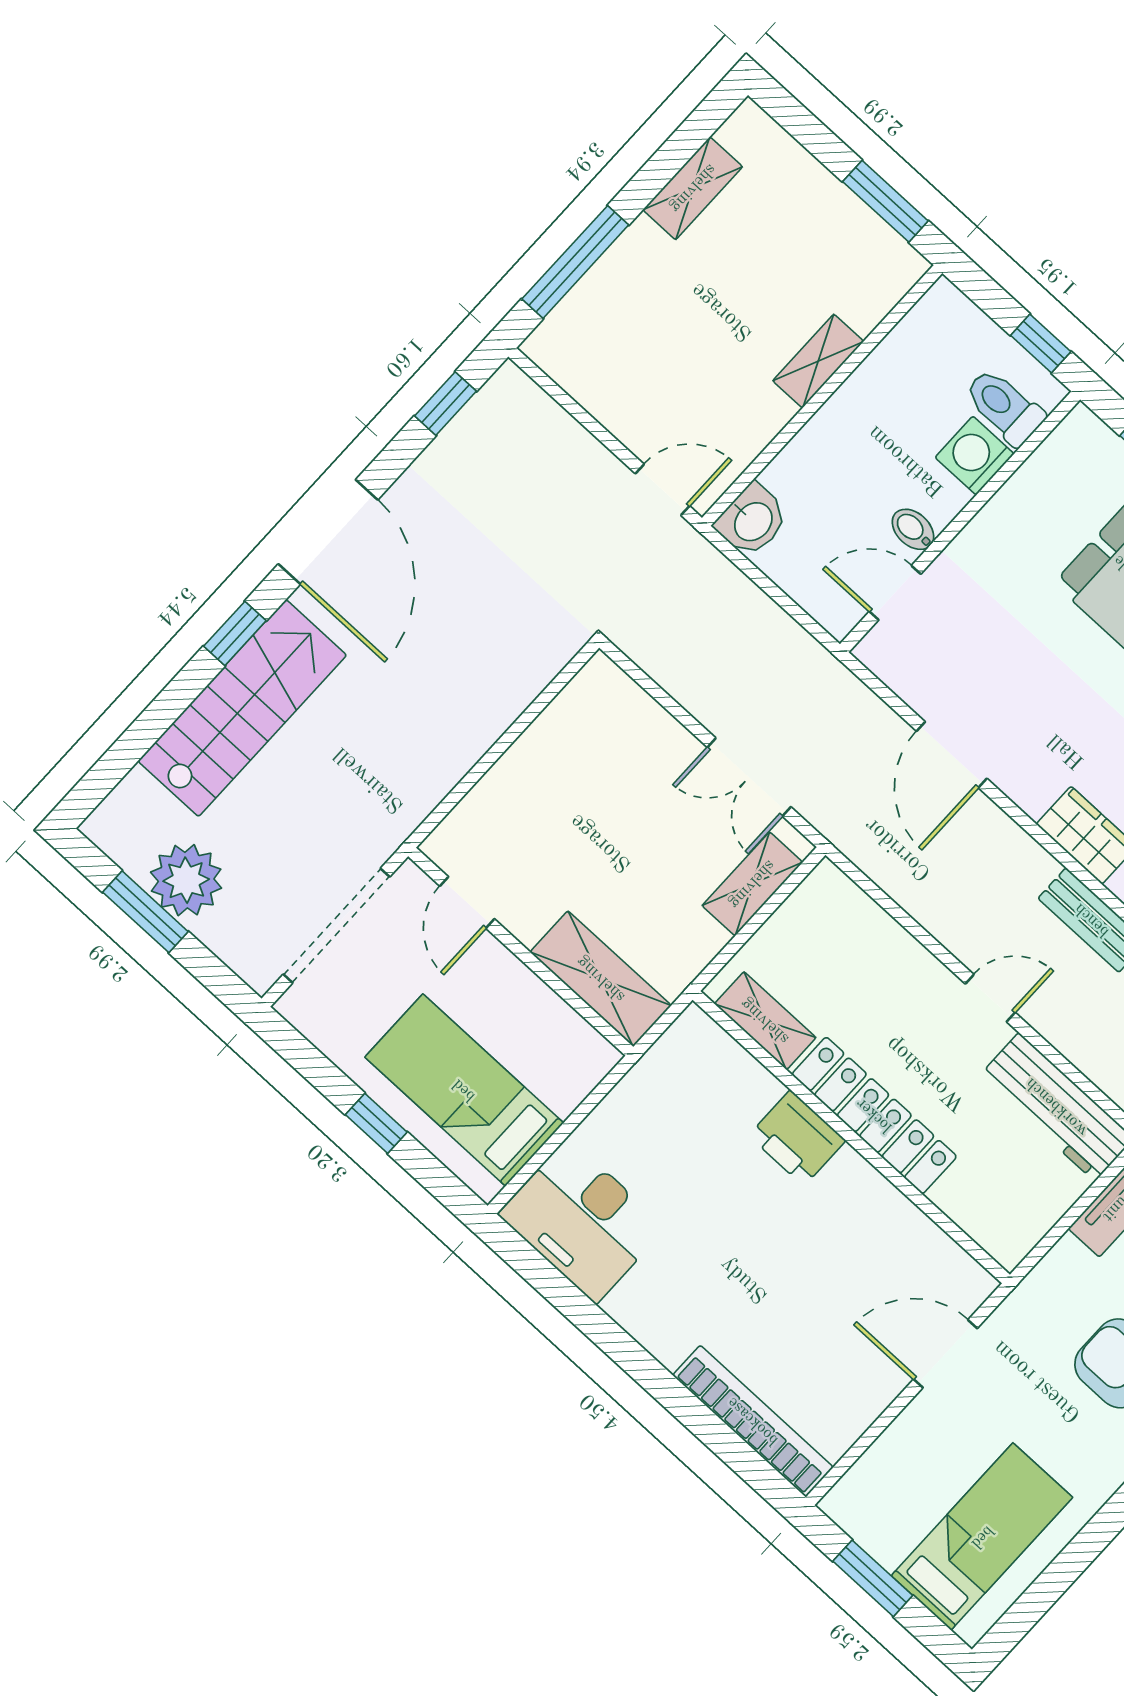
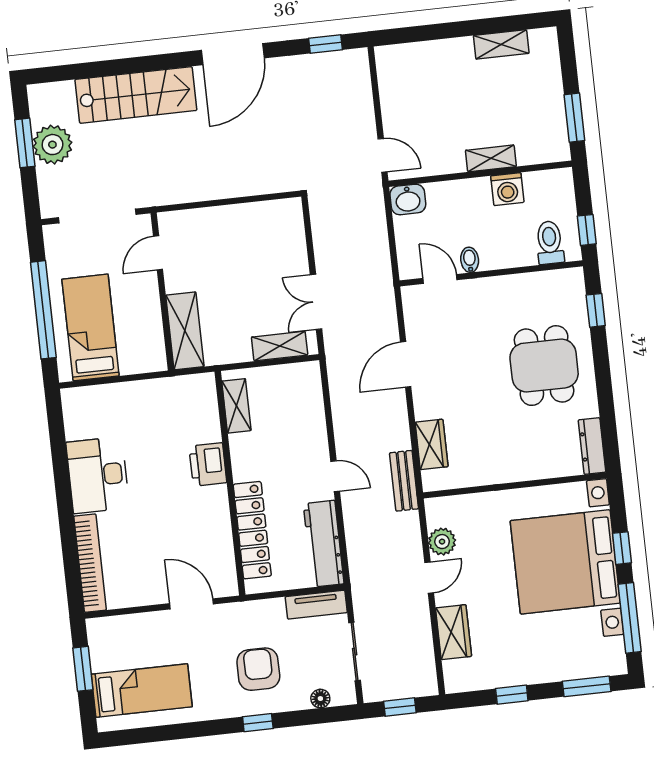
window: (575, 262) -> (428, 33), removed
washing machine: (975, 456) -> (507, 189), moved, turned 180
window: (235, 633) -> (159, 62), removed
locker: (874, 1115) -> (252, 530), moved
window: (376, 1123) -> (43, 310), width x3.17
desk: (582, 1221) -> (98, 475), moved

